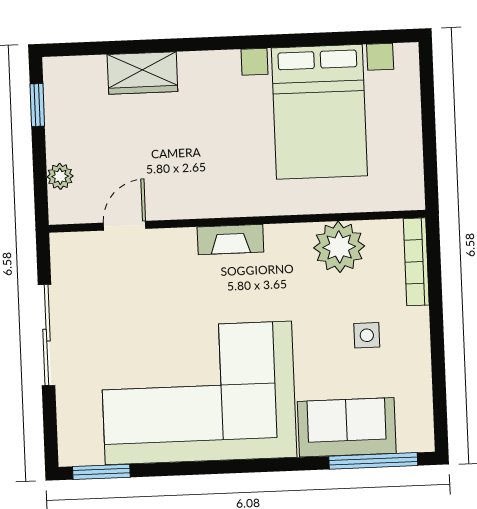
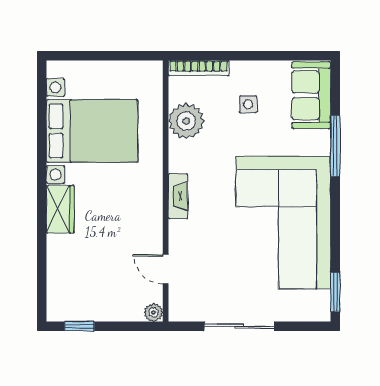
wardrobe: (142, 73) -> (60, 209), moved
plant: (60, 176) -> (154, 312), moved
sofa: (347, 427) -> (311, 95), moved
window: (373, 461) -> (335, 146), moved

